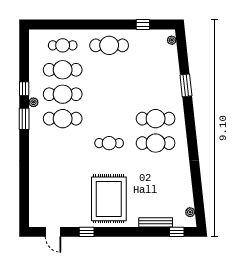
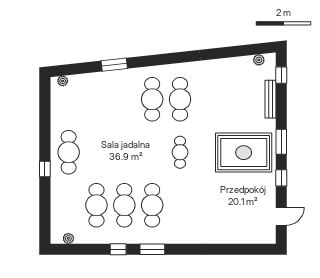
window: (143, 25) -> (45, 169), moved
cafe table: (63, 45) -> (69, 205), removed
plant: (33, 102) -> (68, 238), moved
window: (118, 232) -> (281, 142), added

